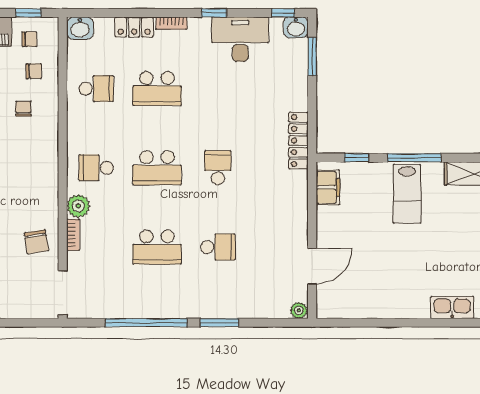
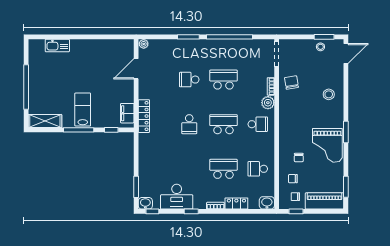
locker: (298, 141) -> (144, 116), moved

